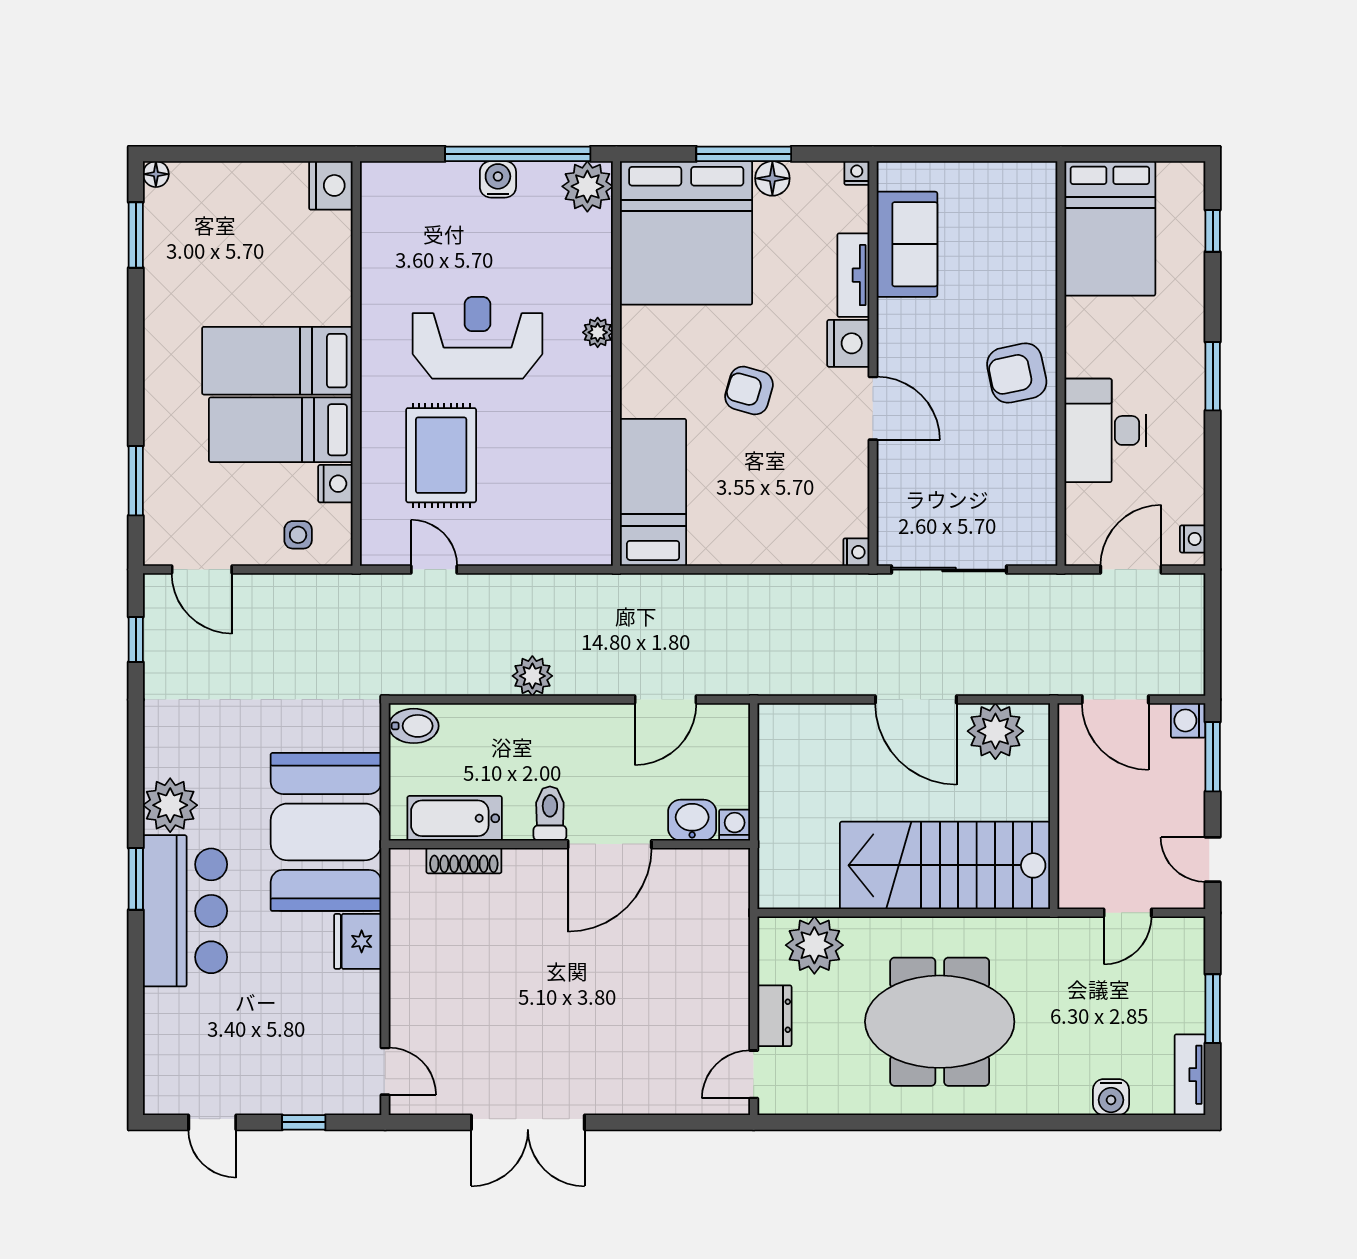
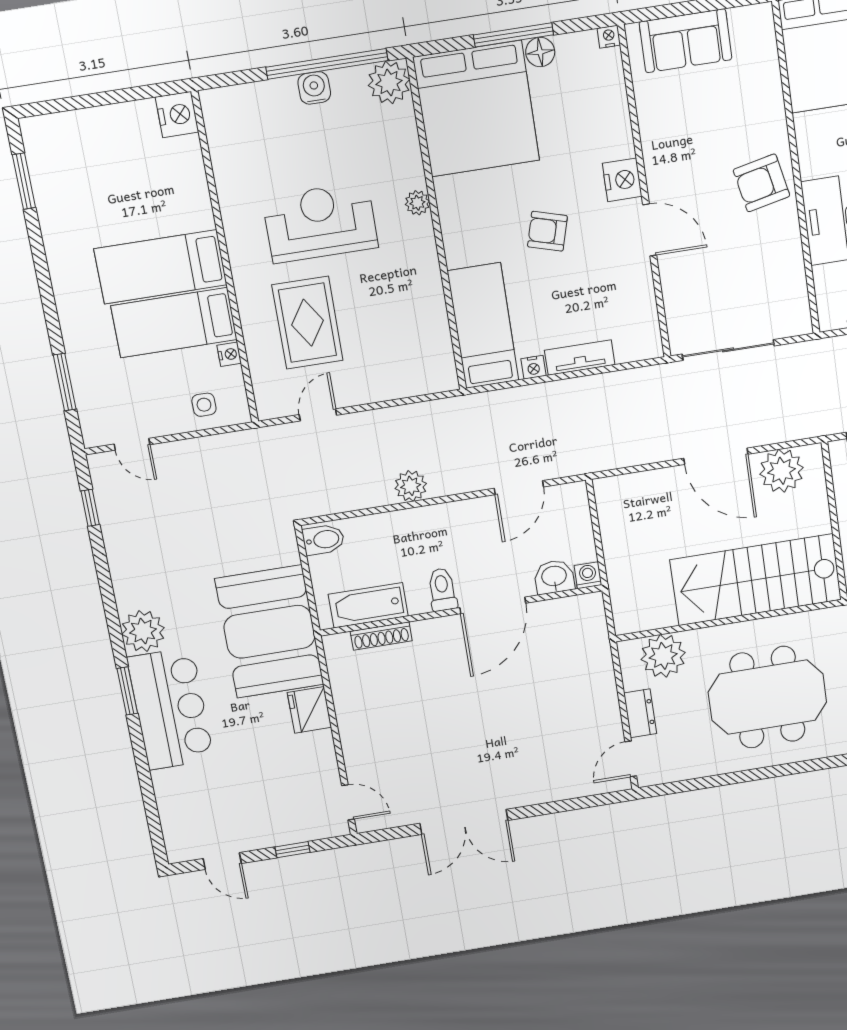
floor lamp: (156, 174) -> (30, 127), removed
sofa: (907, 244) -> (686, 41), moved, turned 90
tv unit: (853, 275) -> (580, 358), moved, turned 90
nightstand: (335, 484) -> (229, 354), width x0.72, depth x0.74
nightstand: (856, 552) -> (533, 367), moved, turned 90
door: (202, 570) -> (132, 444), width x0.73
door: (434, 570) -> (318, 415), hinge flipped

